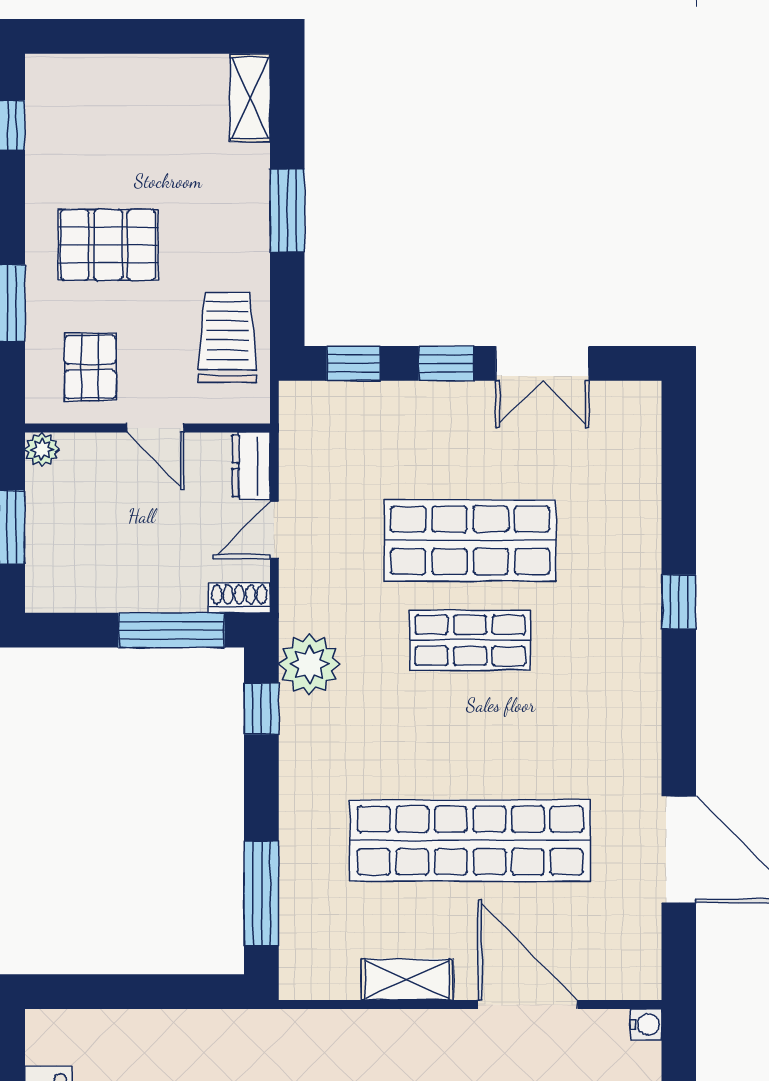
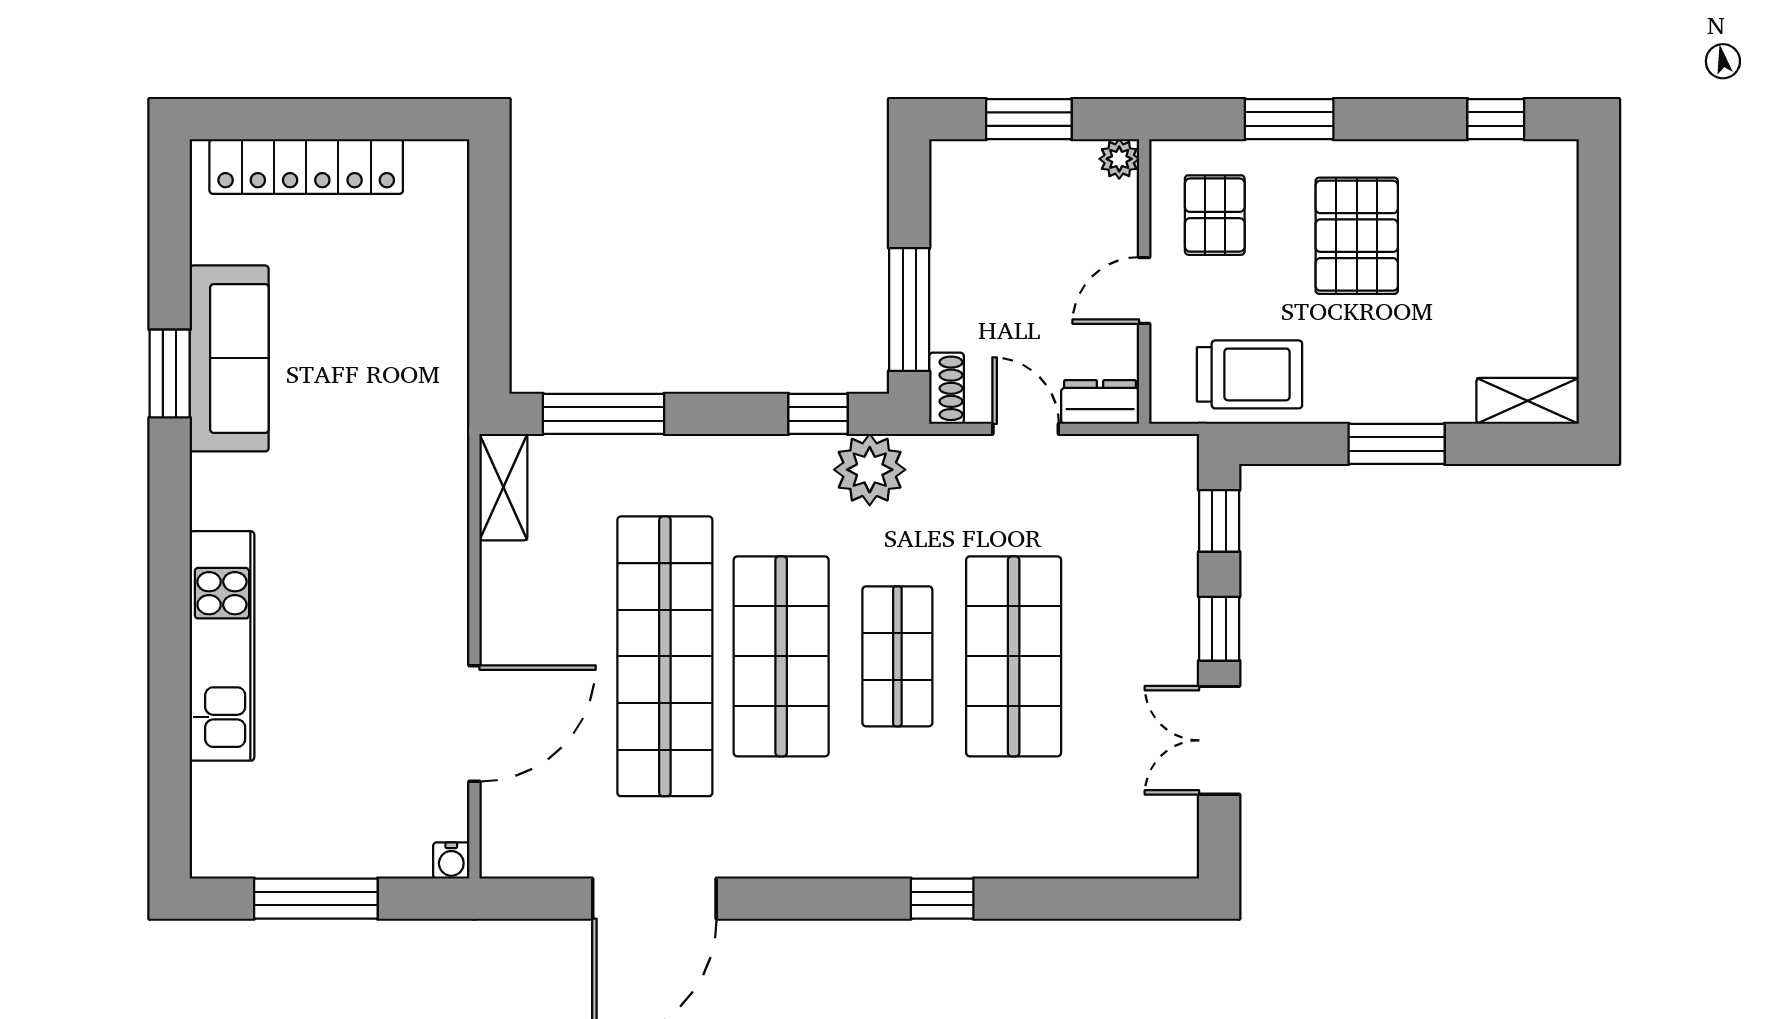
pallet: (90, 367) -> (1215, 215), turned 90
shop shelf: (470, 740) -> (781, 656), added
shelving: (407, 980) -> (503, 487), moved

